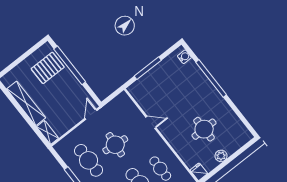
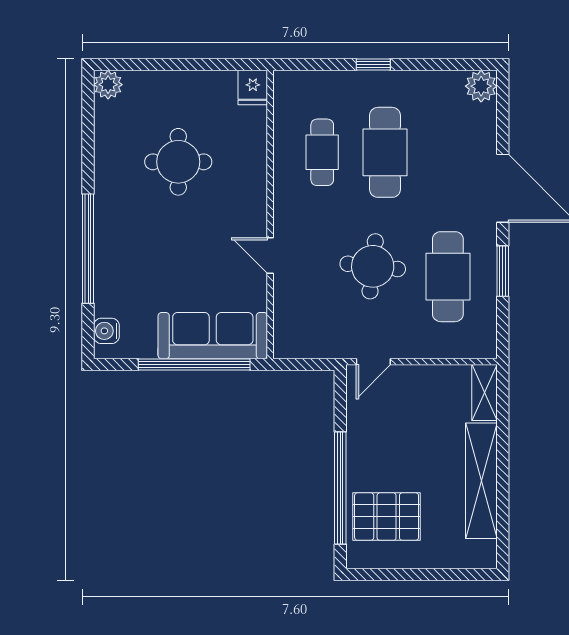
window: (148, 68) -> (194, 364), width x1.46
sofa: (149, 82) -> (213, 336), added
plant: (221, 156) -> (108, 85), moved

